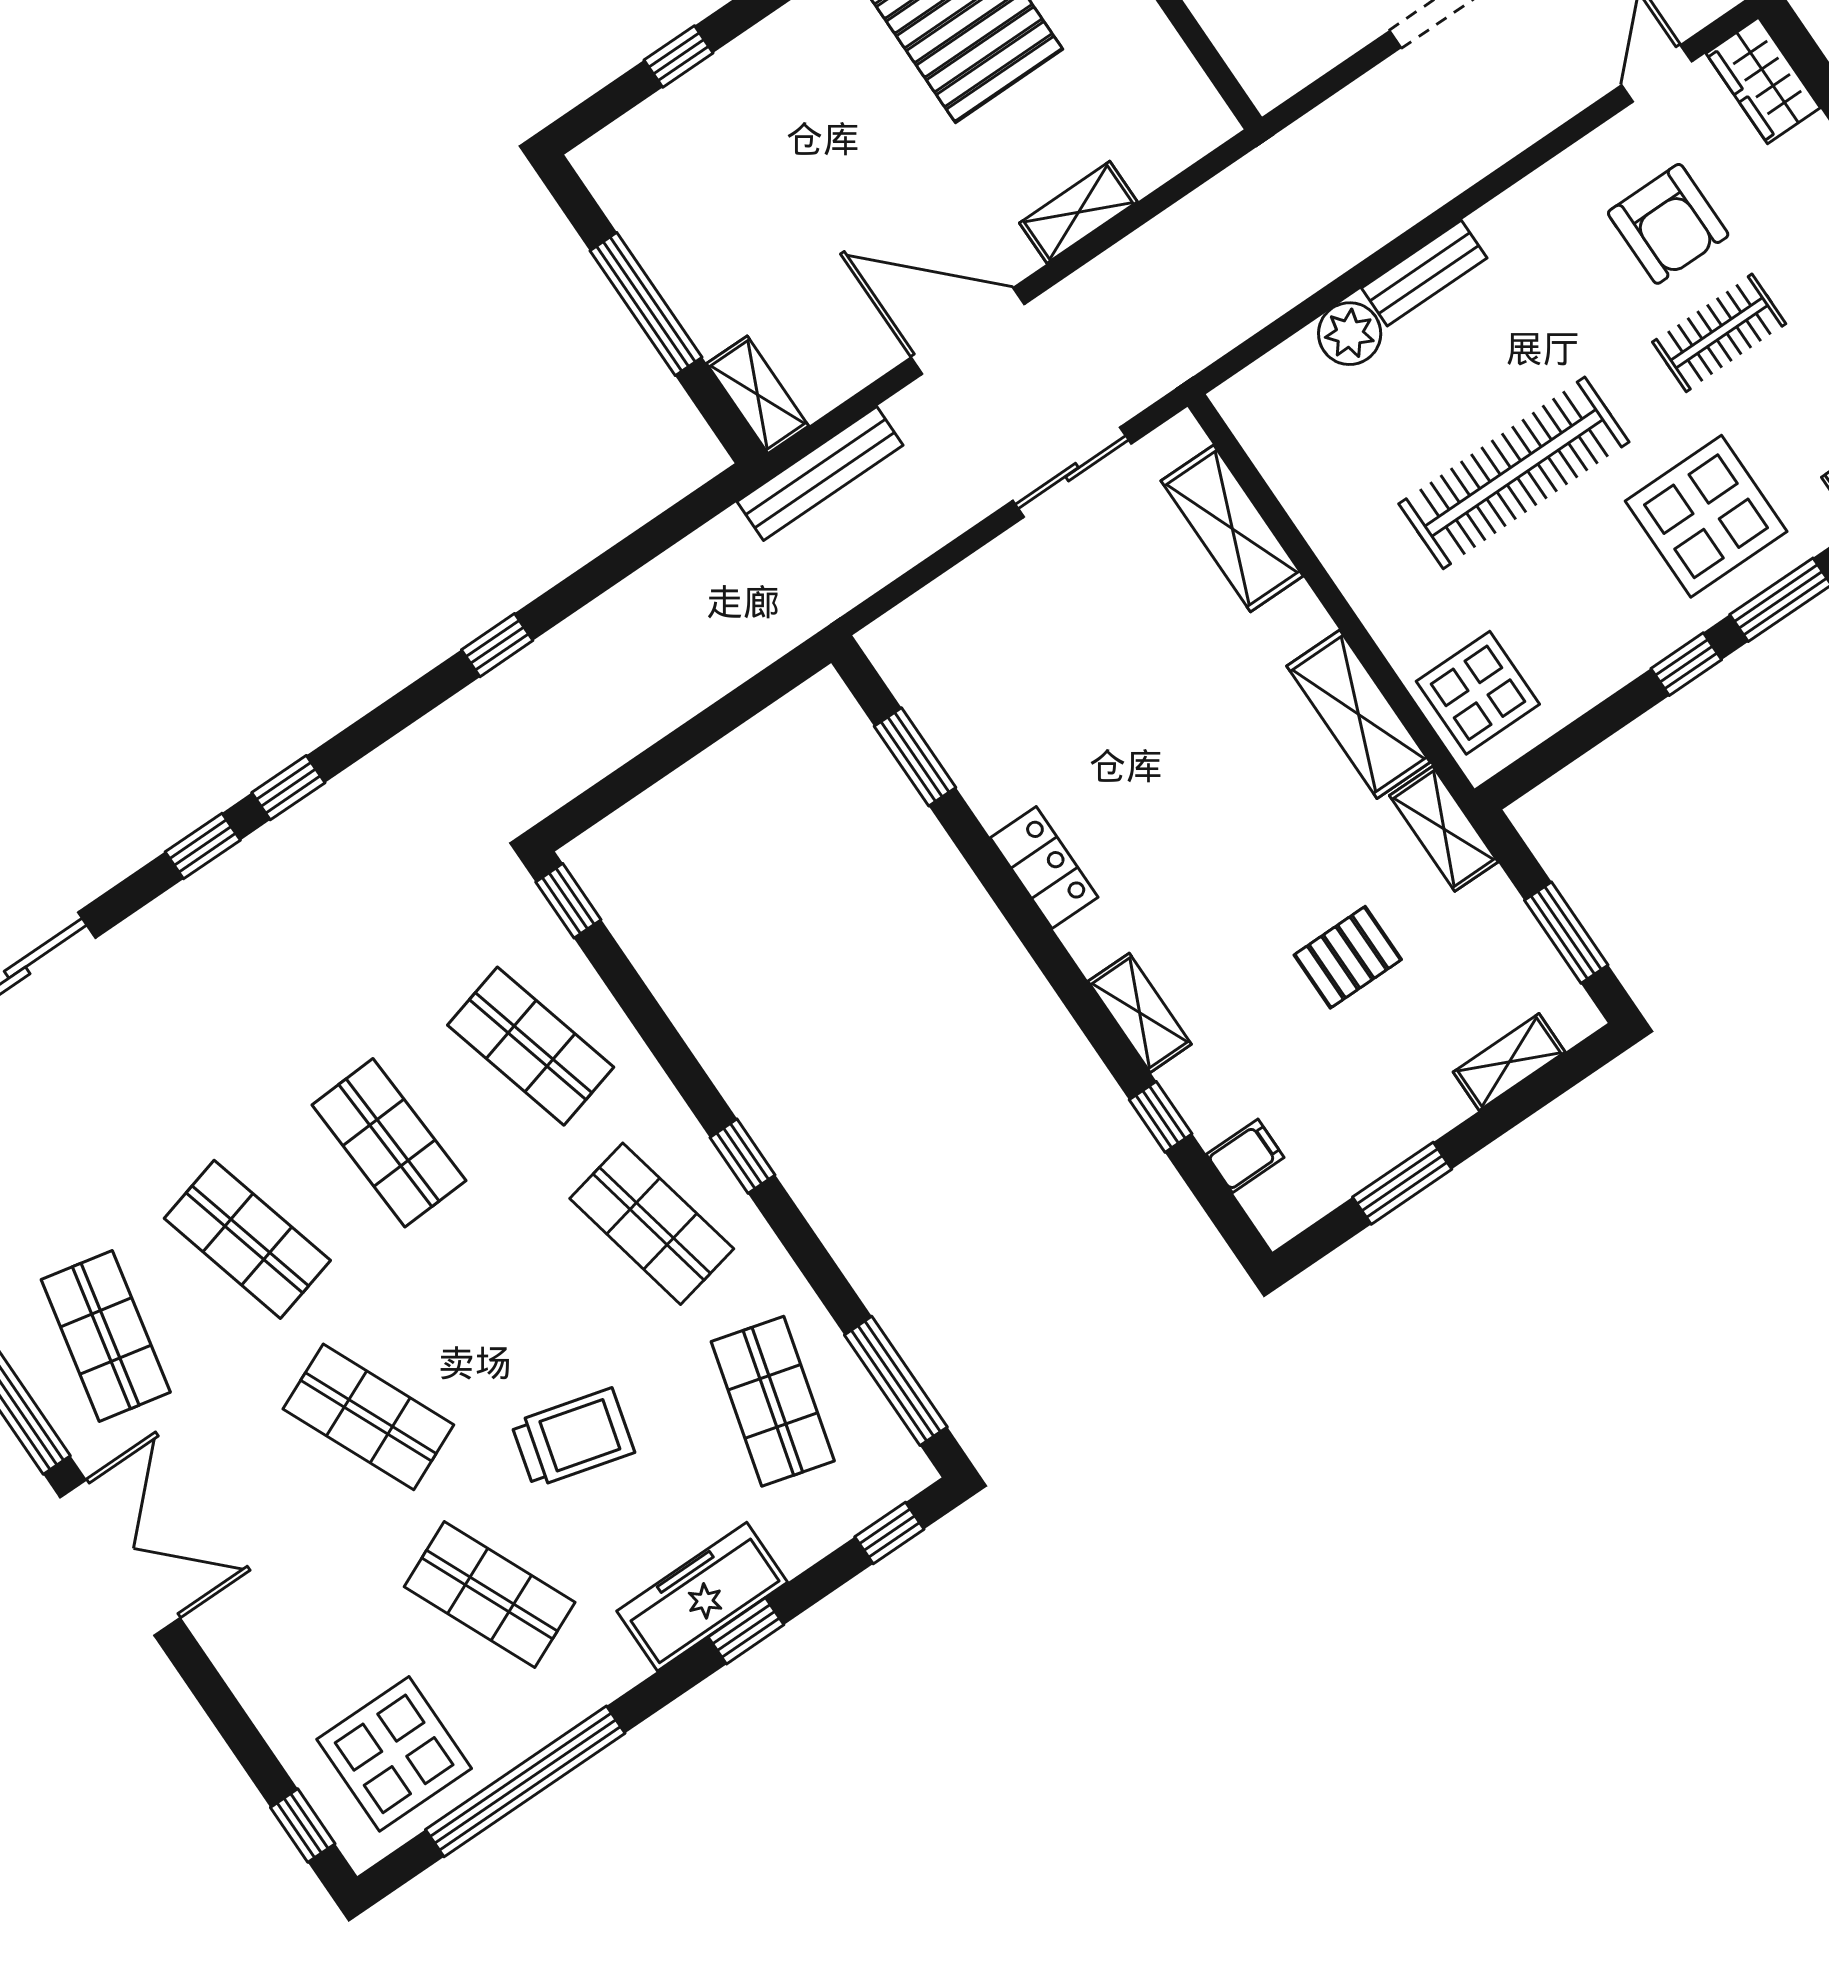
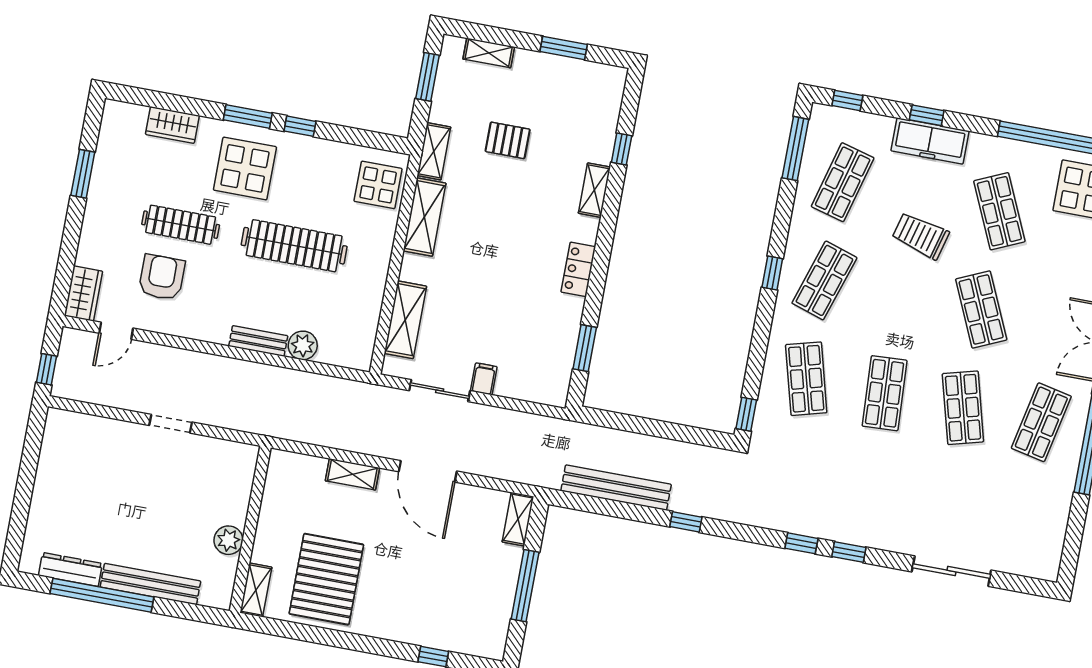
clothes rail: (1719, 333) -> (181, 225), width x1.36
bench: (820, 473) -> (616, 488), moved, width x1.37, depth x1.21
filing cabinet: (1245, 1156) -> (484, 379), moved, turned 90
shop shelf: (652, 1224) -> (824, 280), turned 30

